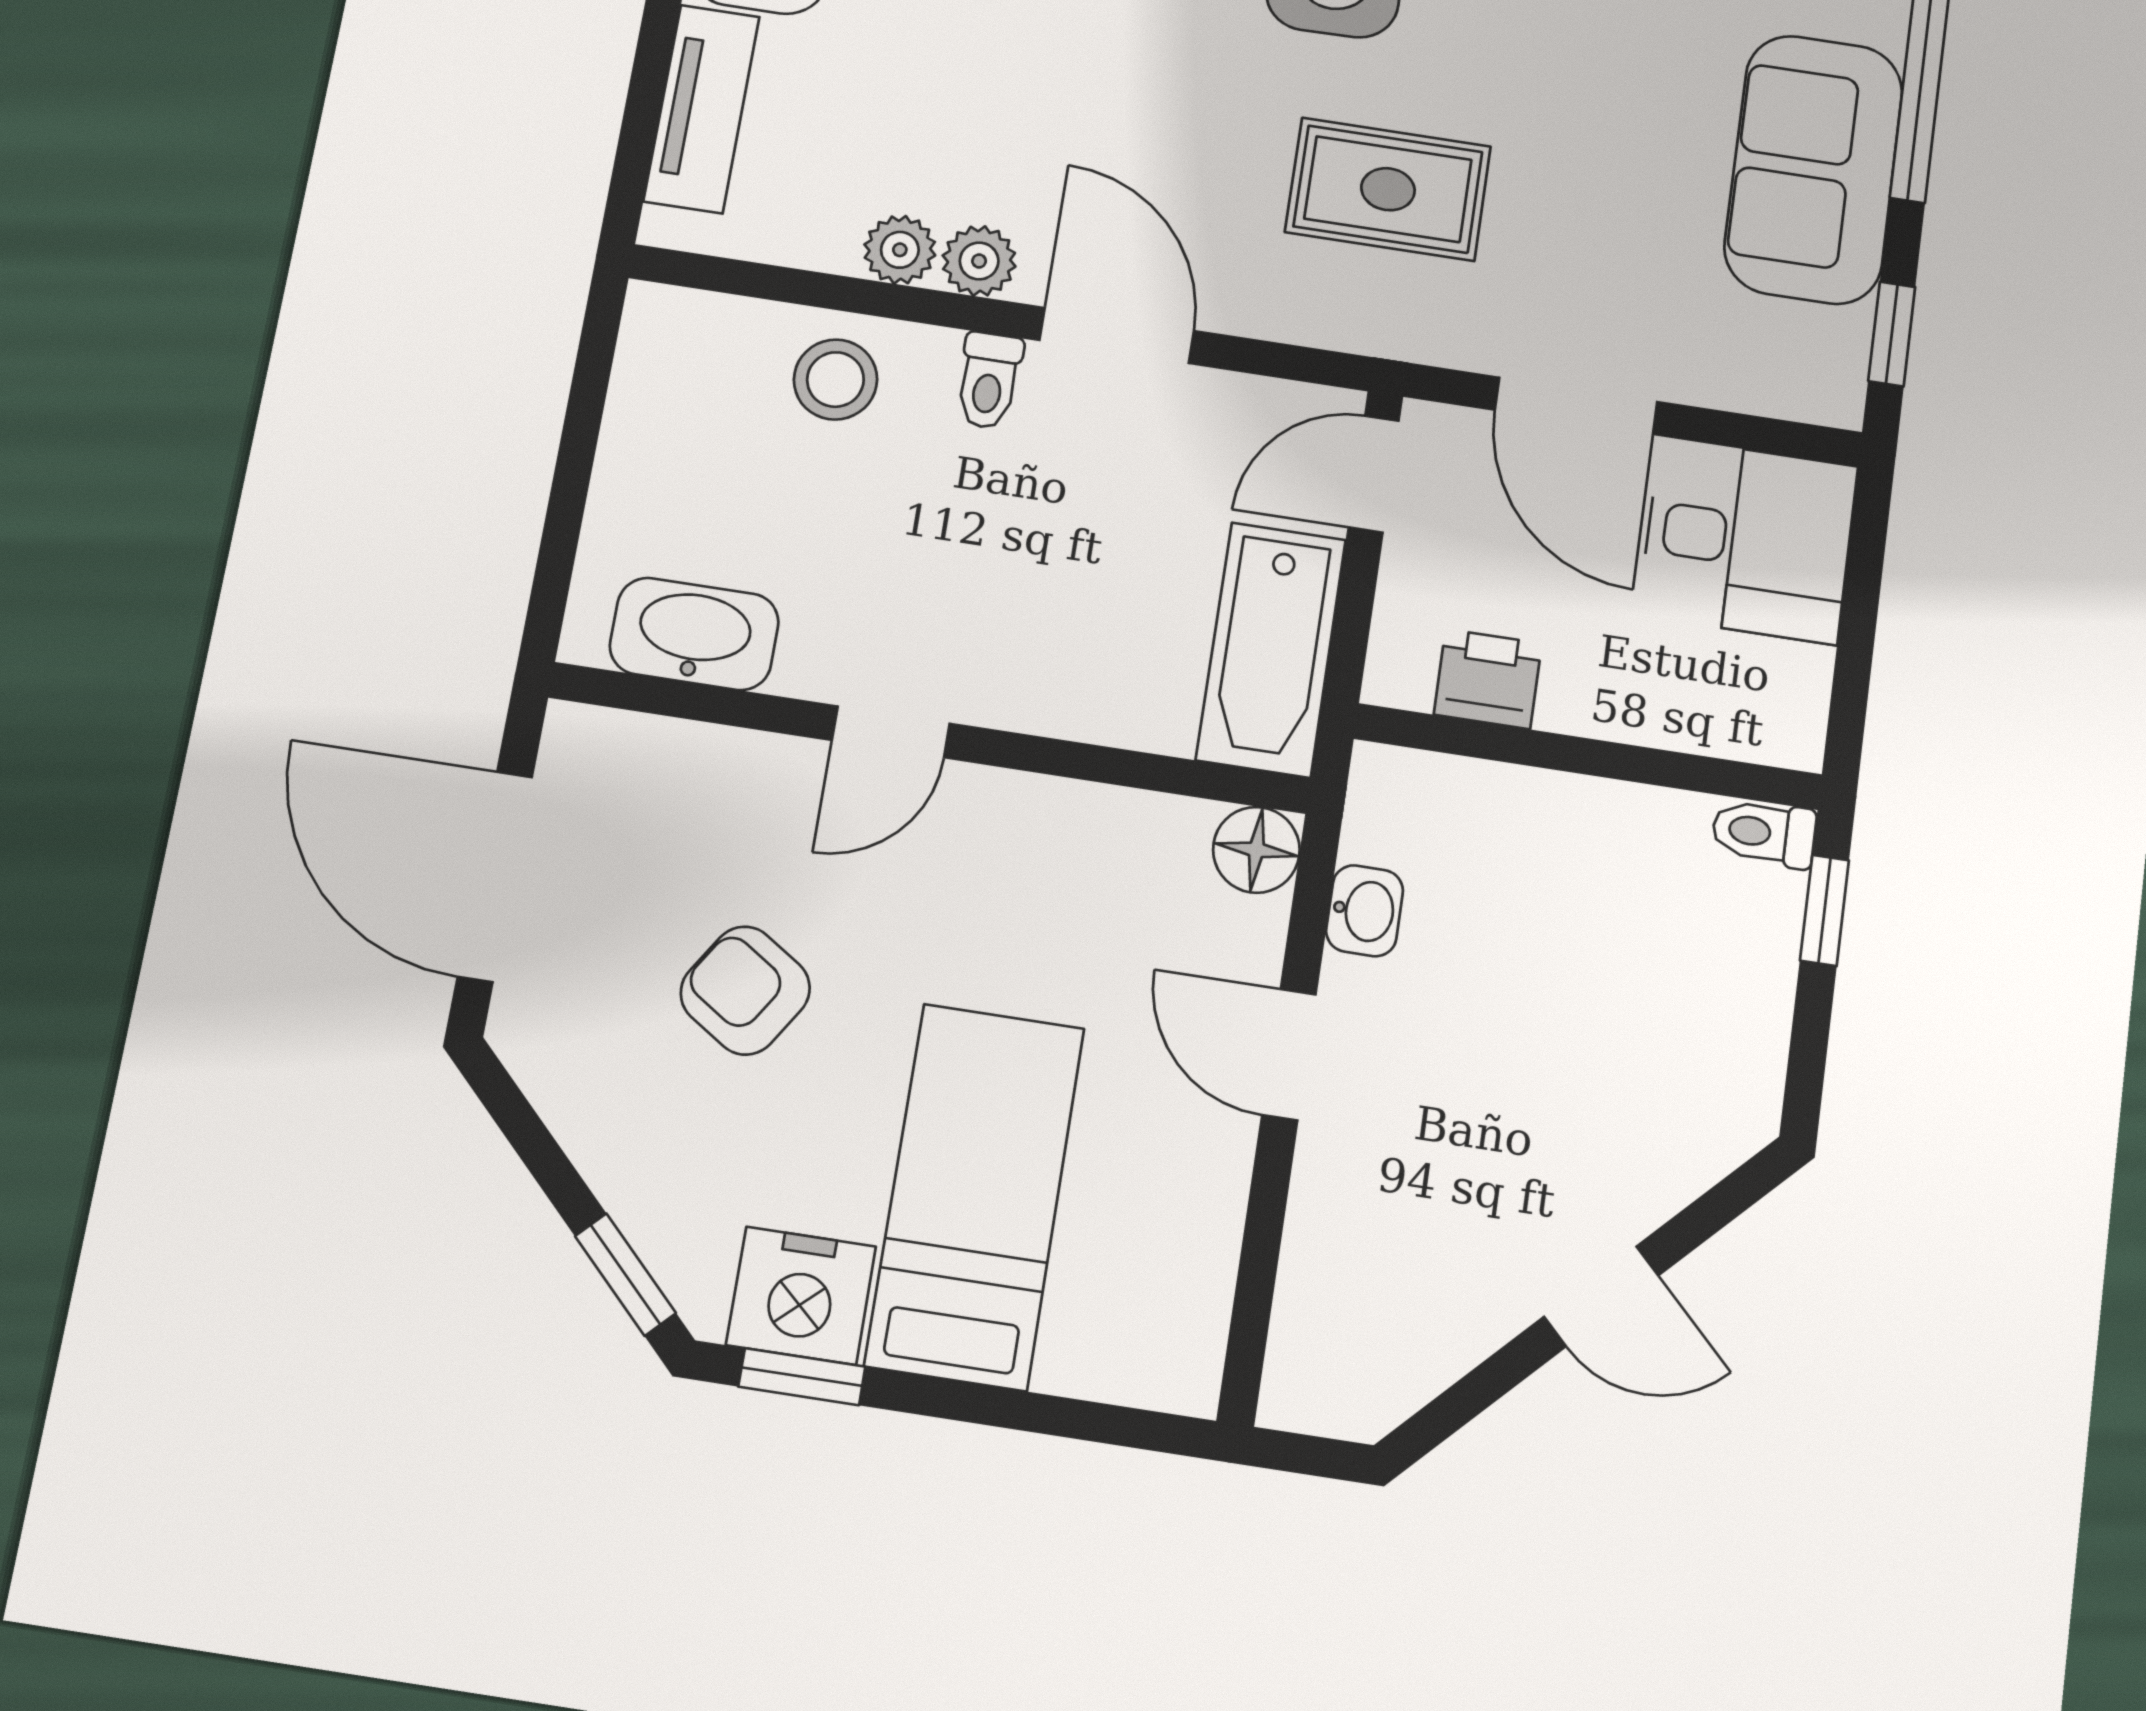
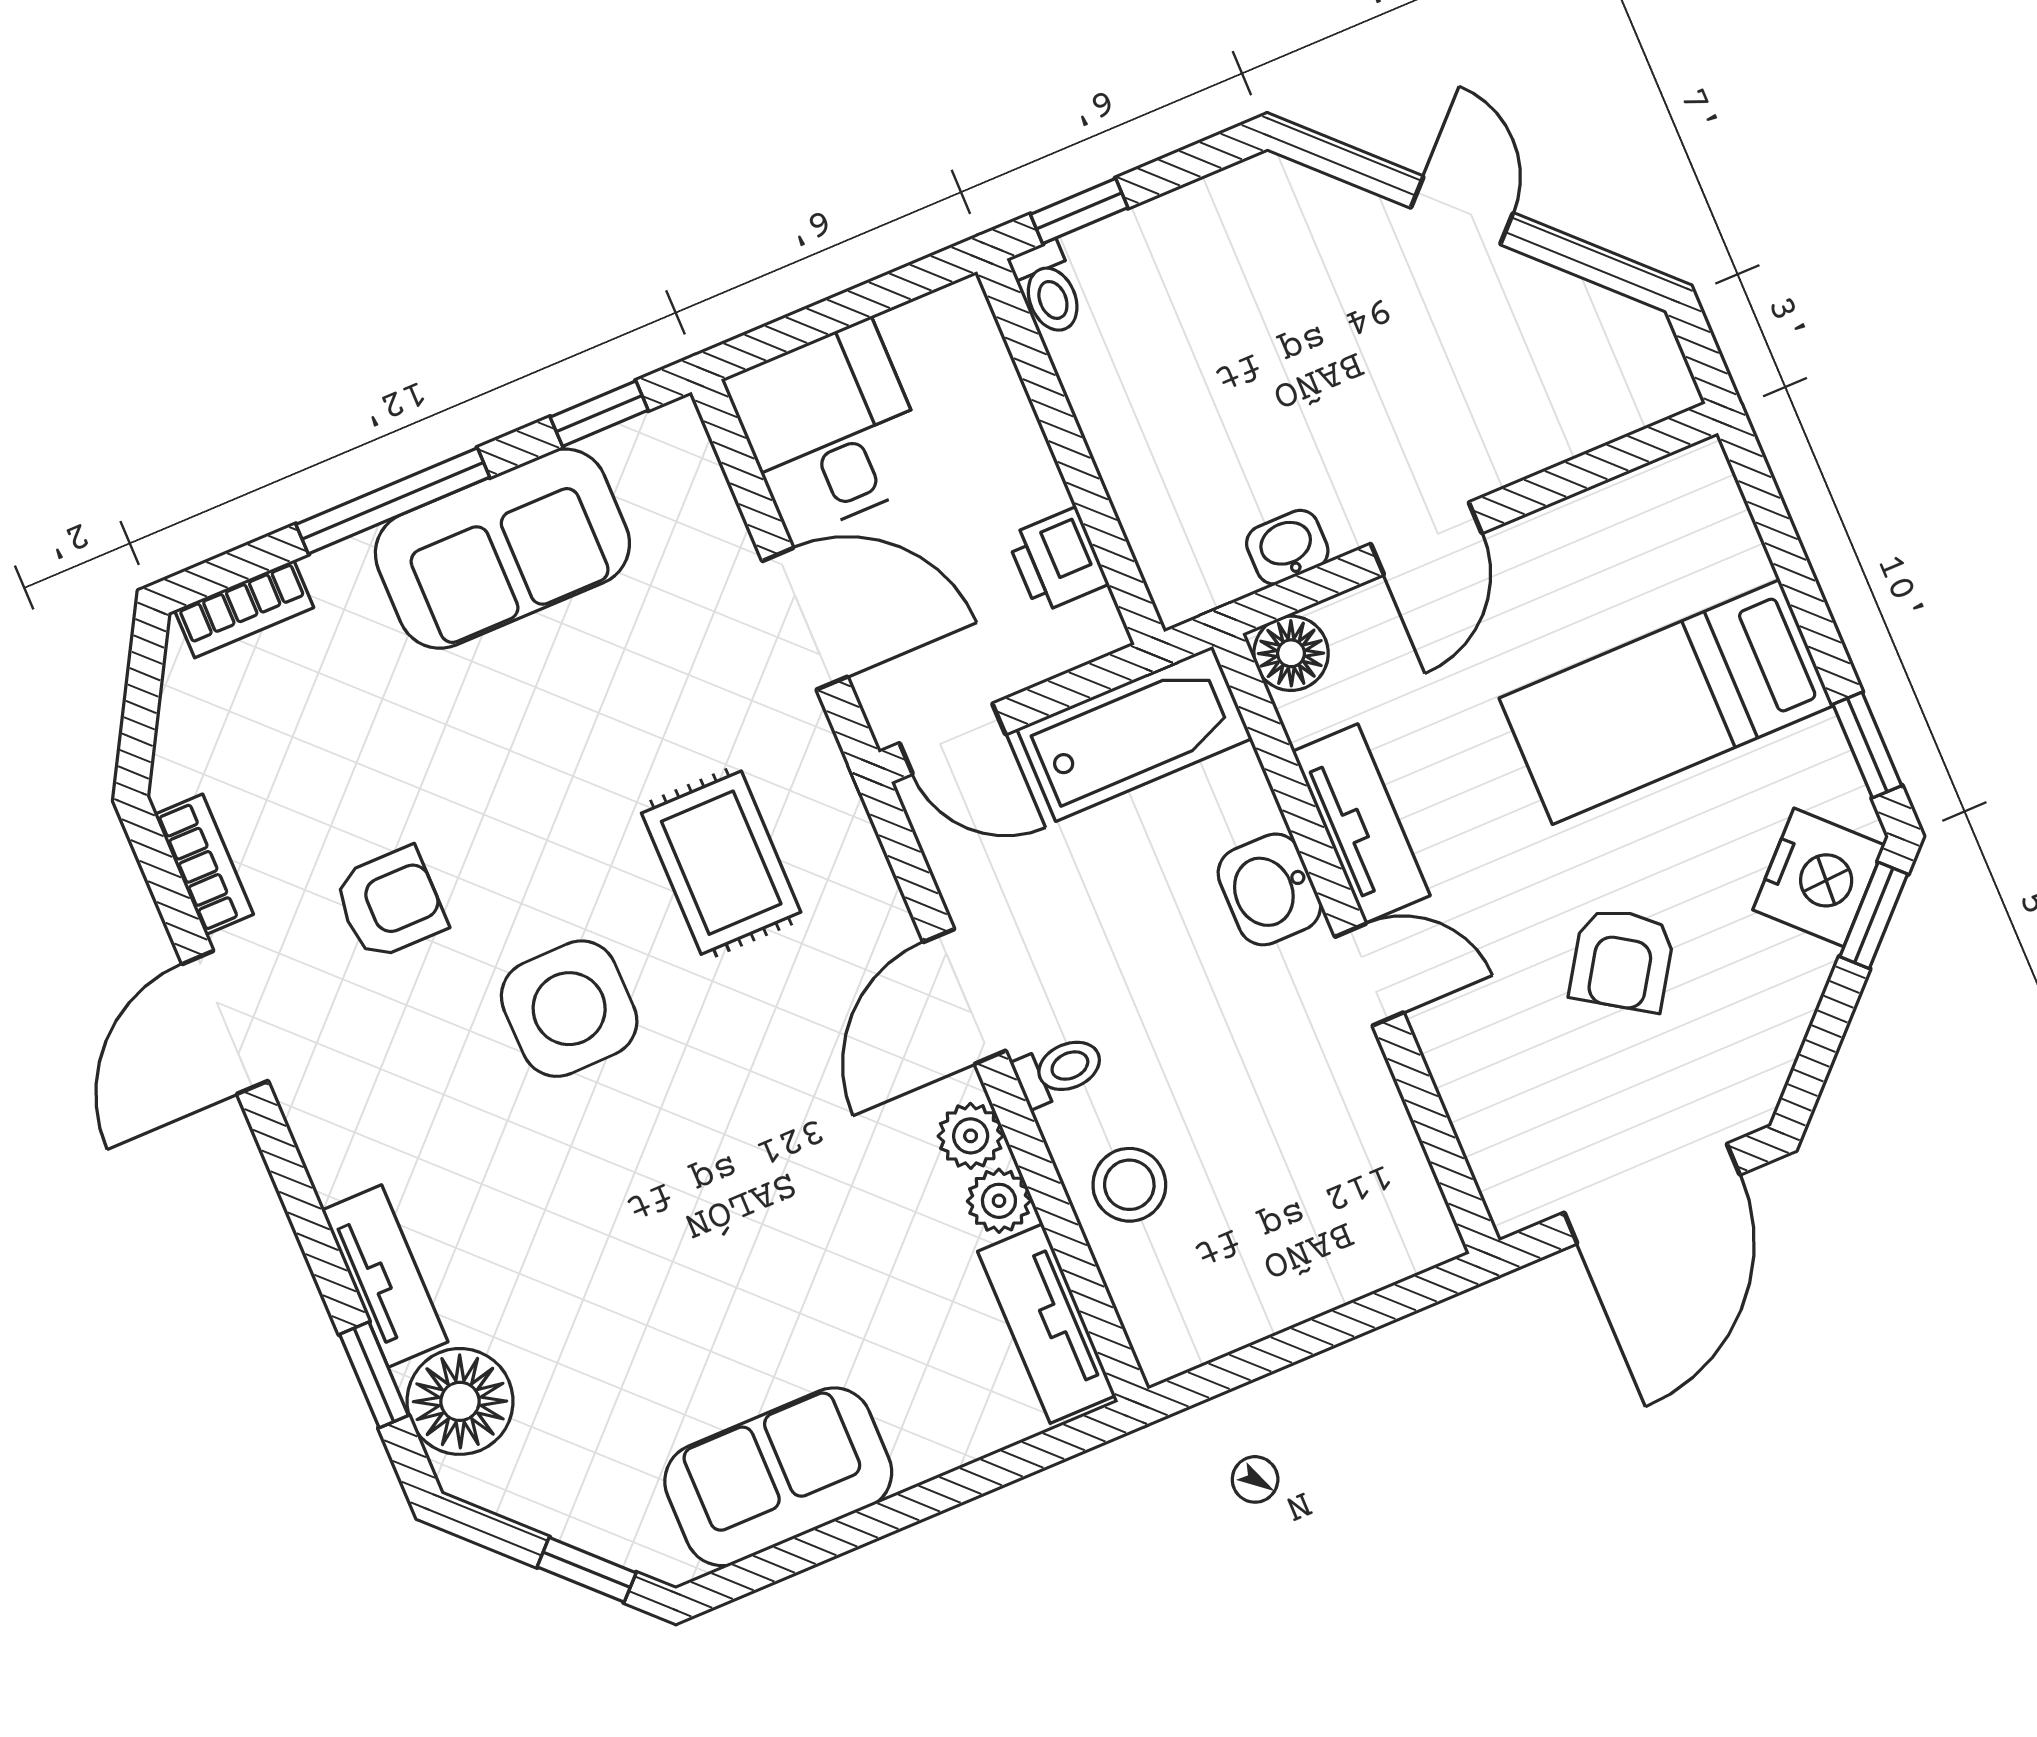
tv unit: (702, 109) -> (1047, 1324), moved, turned -90
door: (1576, 406) -> (805, 619), hinge flipped
washbasin: (694, 634) -> (1269, 889), moved, width x0.72
tv unit: (1045, 815) -> (1361, 824), added
nightstand: (801, 1296) -> (1819, 877), moved, turned 45

